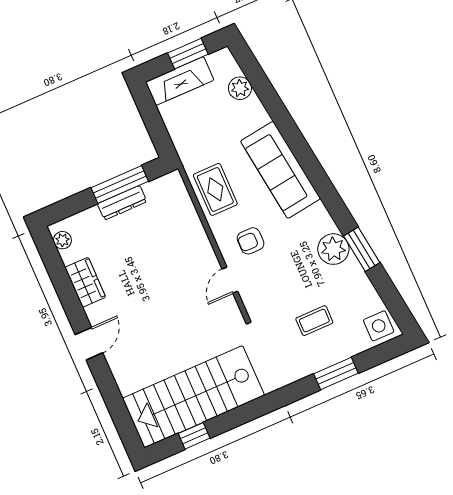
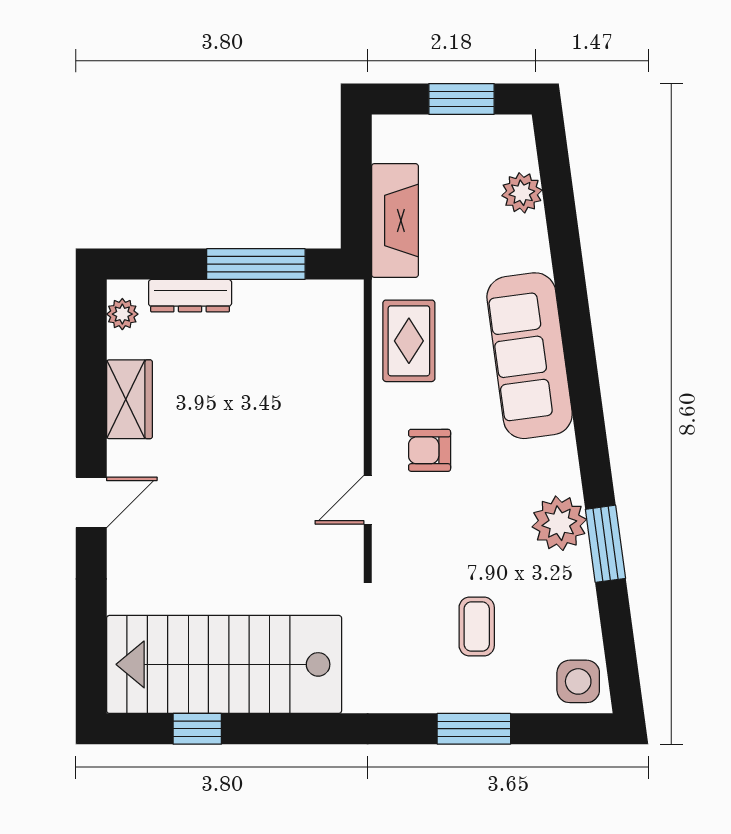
fireplace: (180, 81) -> (395, 220), moved, turned -90
dresser: (122, 203) -> (190, 296), moved
coffee table: (314, 321) -> (477, 627), turned 90

